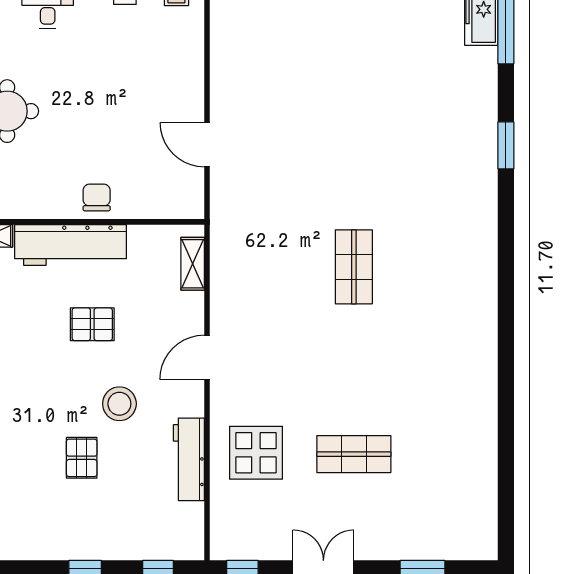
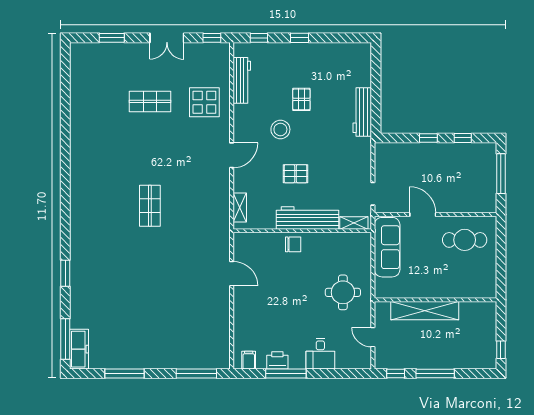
chair: (97, 197) -> (293, 244), turned -90
workbench: (189, 459) -> (242, 80), moved

